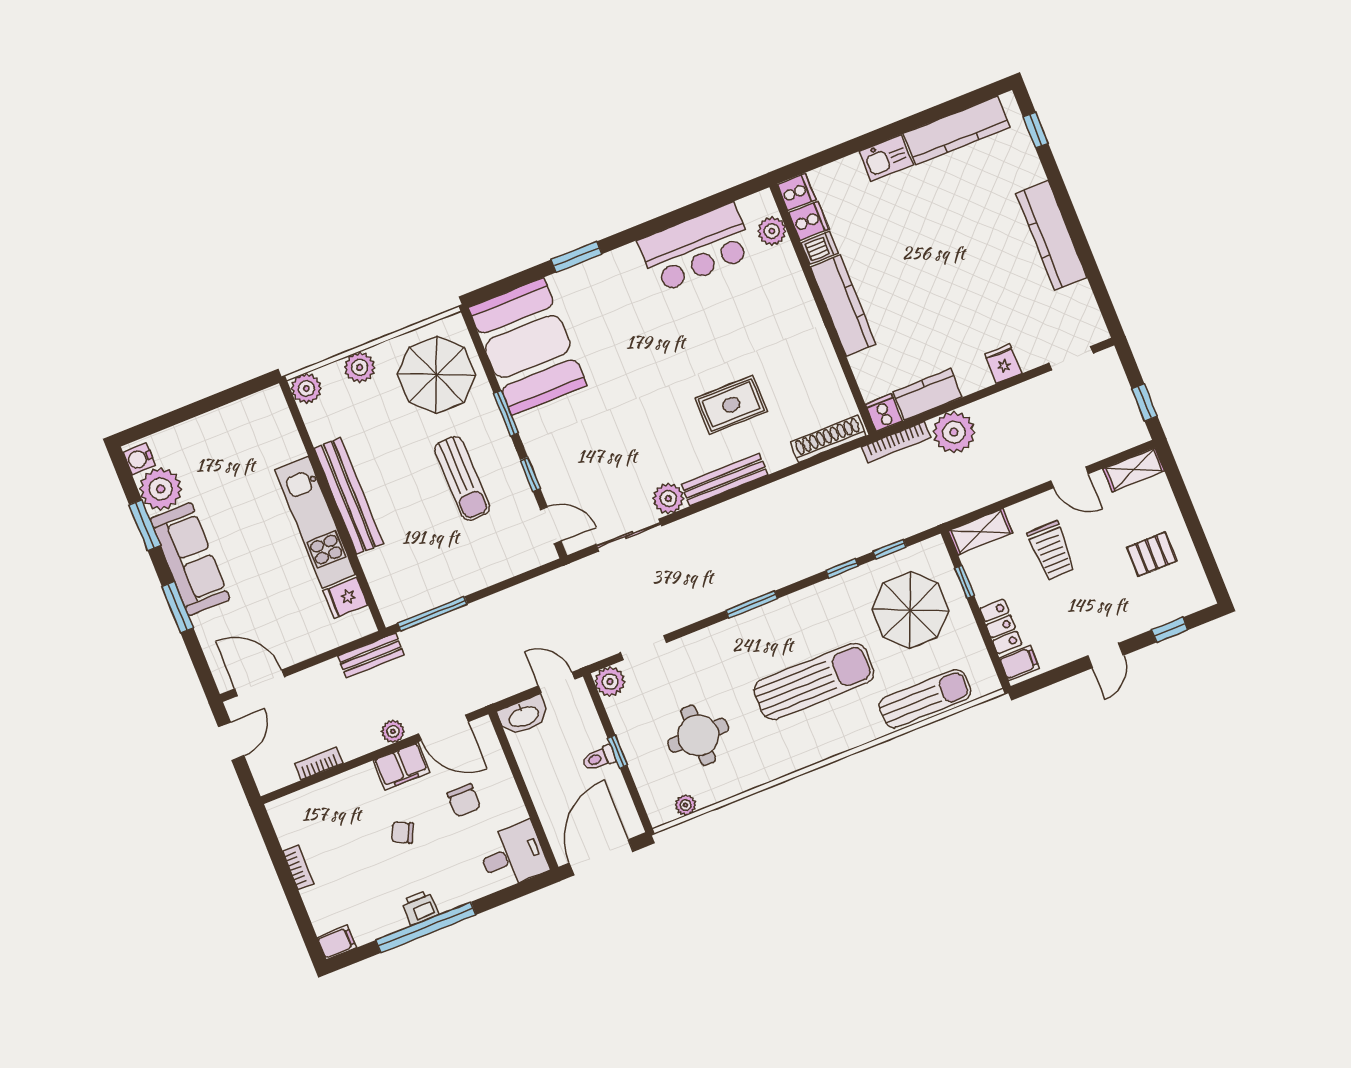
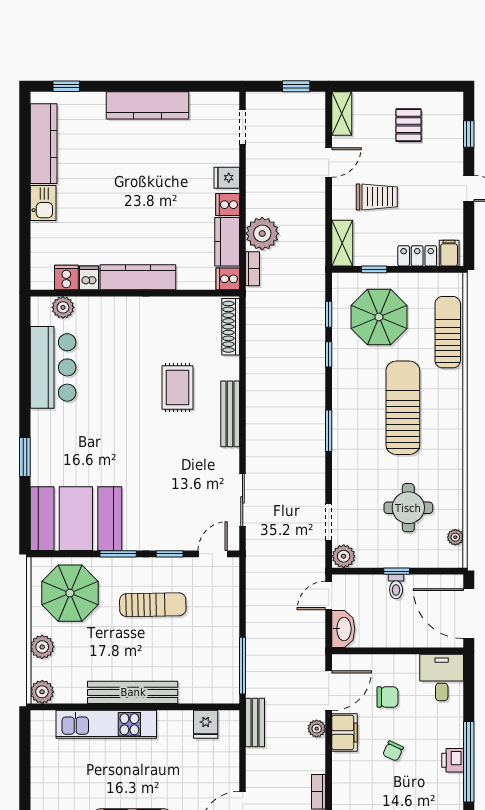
cooker: (797, 192) -> (228, 205), moved, turned -90
bookcase: (896, 442) -> (253, 269), width x0.64
plant: (668, 498) -> (227, 461), removed
kitchen unit: (315, 522) -> (106, 724), moved

